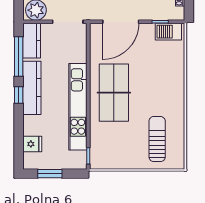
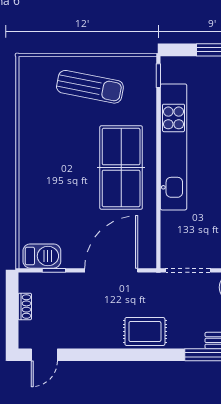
sun lounger: (157, 139) -> (90, 87), moved, turned -79

